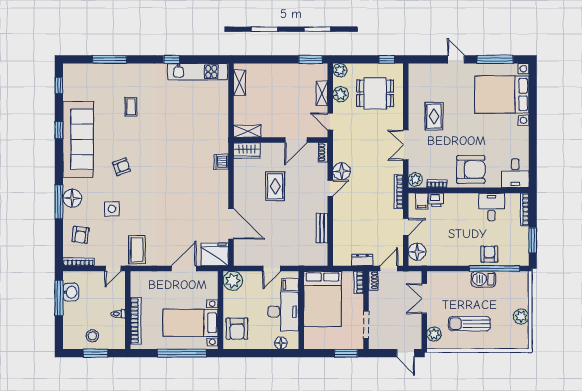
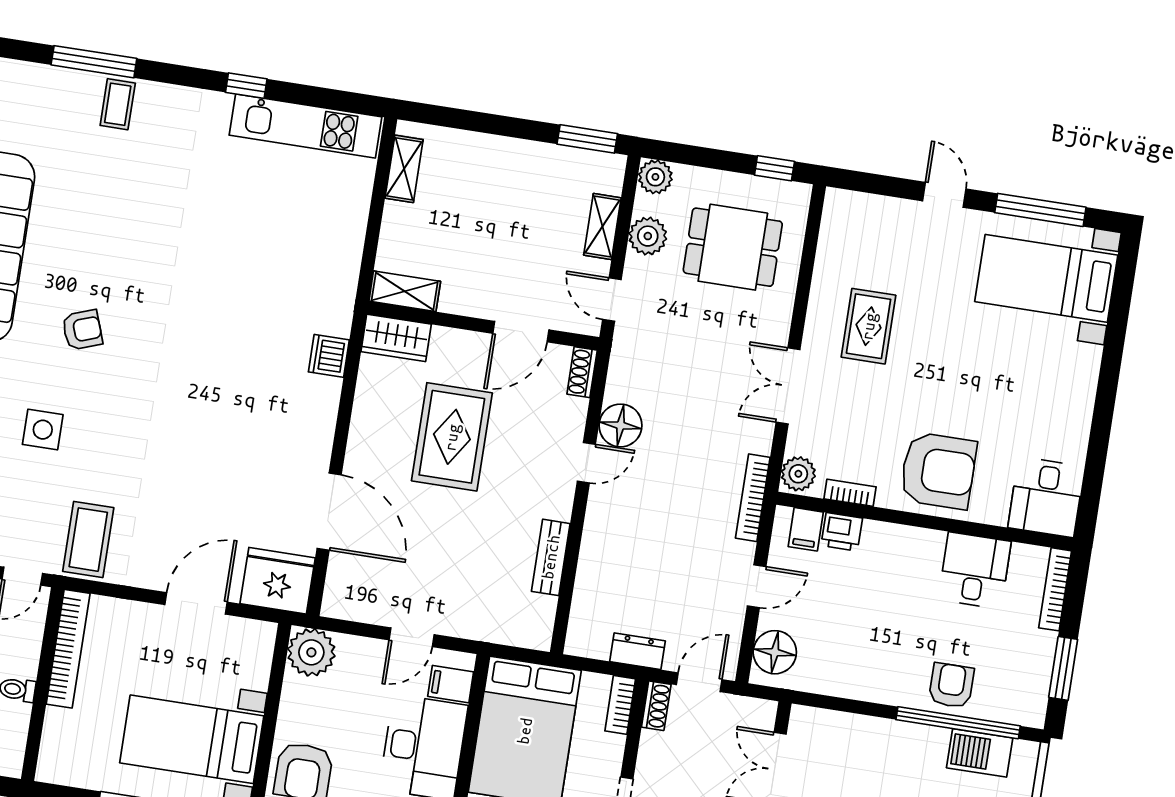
bed with nightstands: (502, 94) -> (1046, 278), width x0.73
coffee table: (131, 107) -> (118, 104), moved
rug: (275, 186) -> (452, 437), width x1.36, depth x1.43
barbecue: (483, 279) -> (980, 753), moved
bookcase: (136, 321) -> (68, 649), moved

